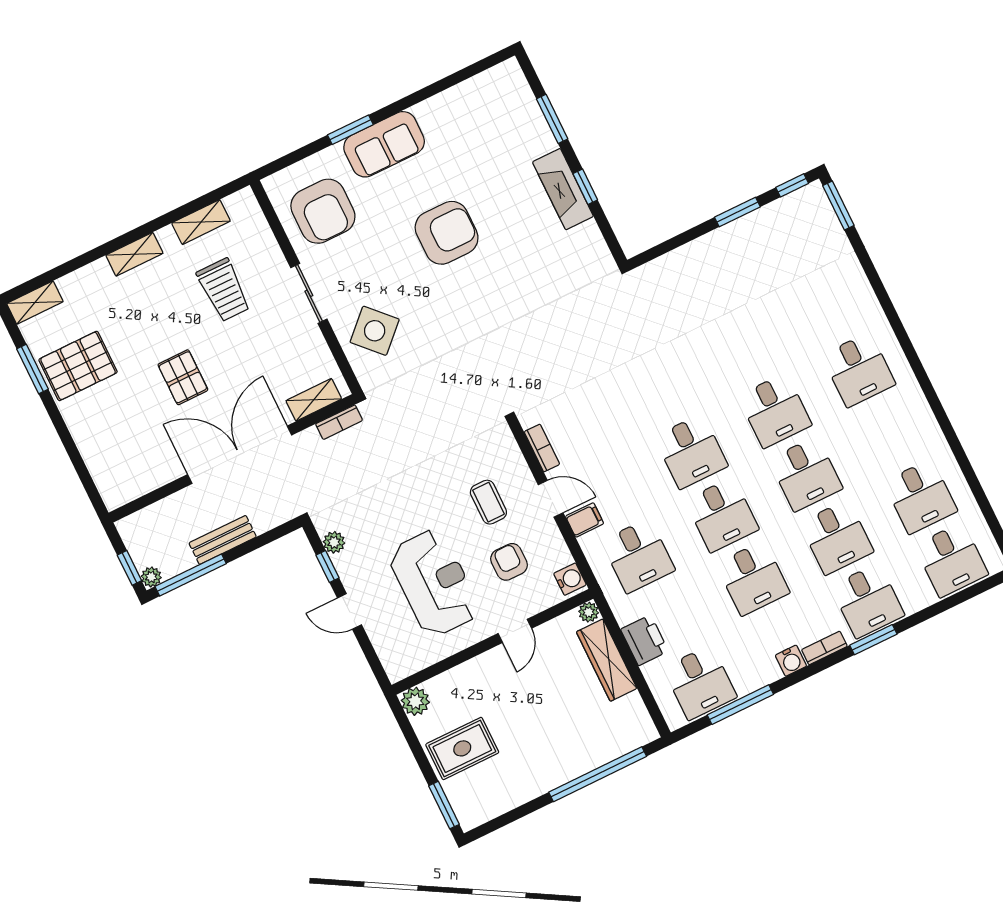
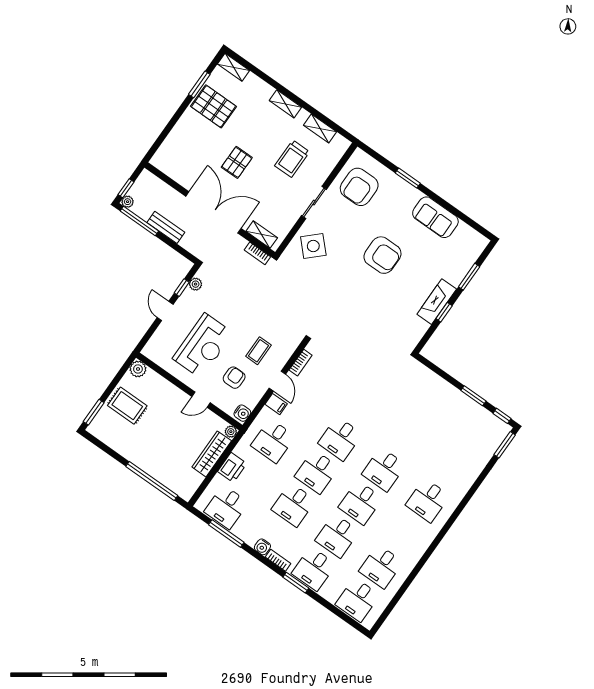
sofa: (384, 144) -> (435, 217), moved

